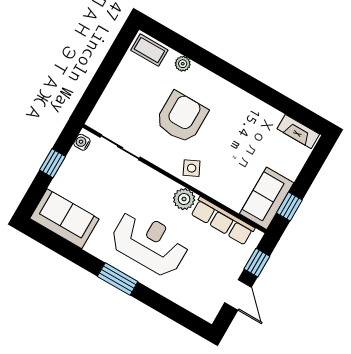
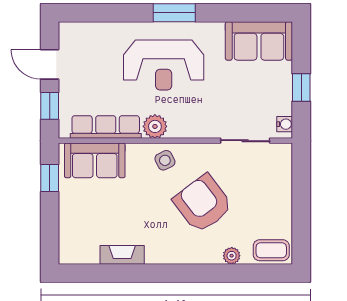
armchair: (182, 117) -> (203, 204), turned 143
fireplace: (298, 132) -> (122, 255), moved
sofa: (267, 198) -> (95, 160), moved, turned 90

